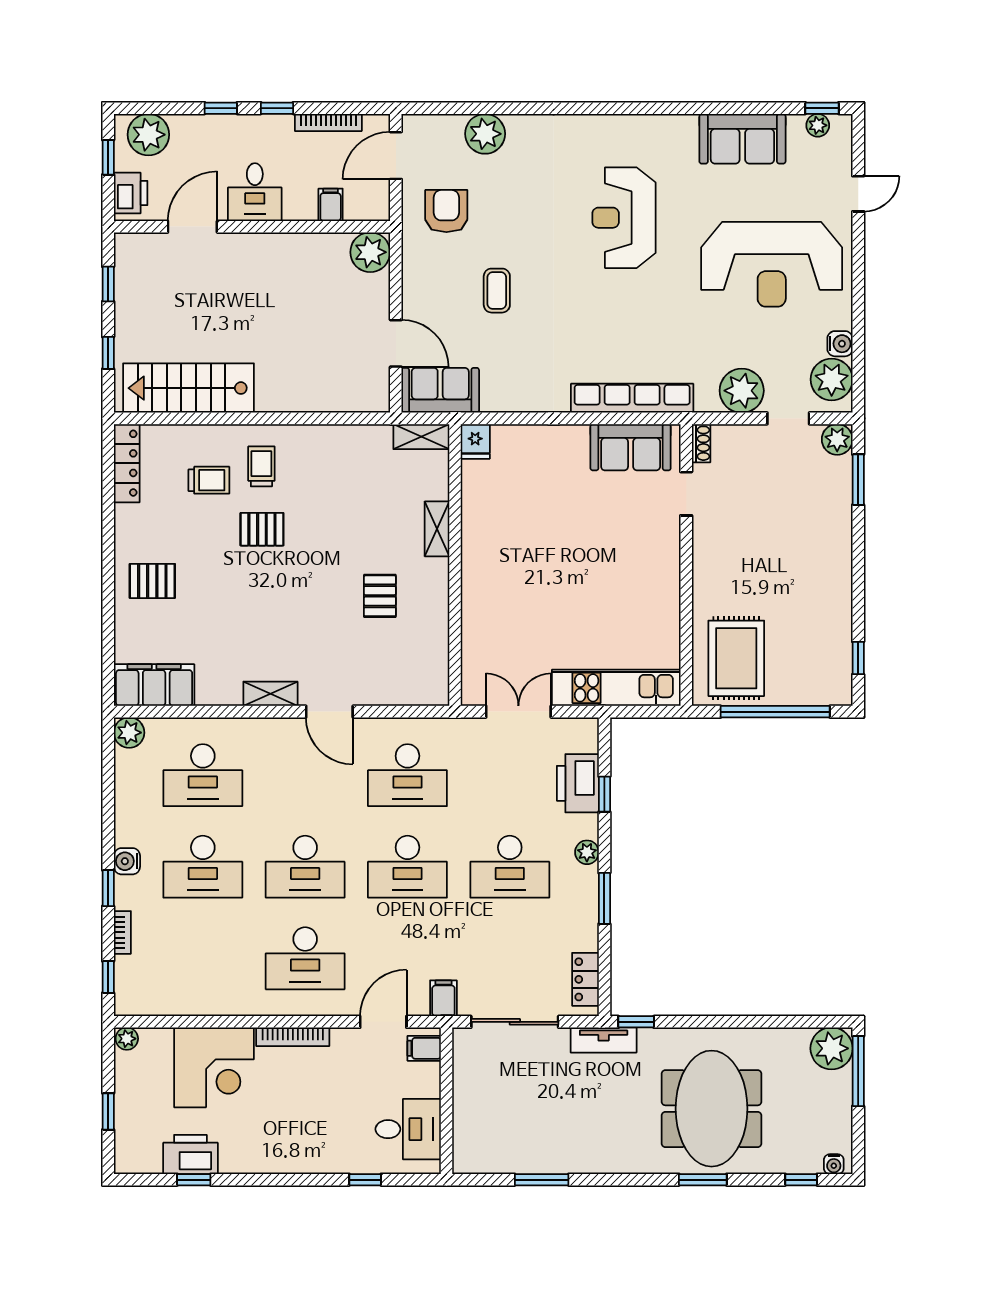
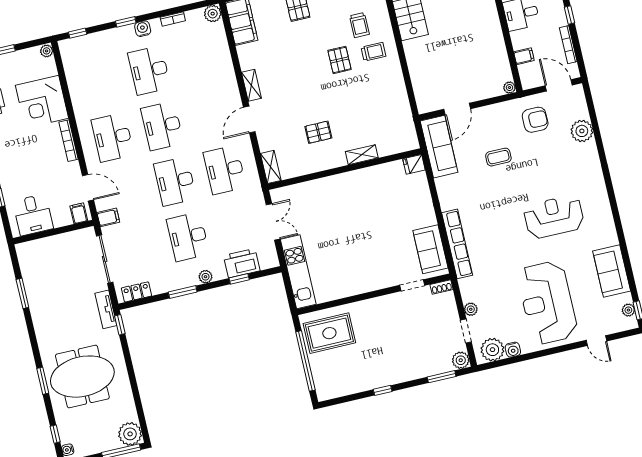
plant: (370, 252) -> (509, 88), width x0.53, depth x0.53
sofa: (440, 390) -> (439, 147), width x1.36
plant: (742, 391) -> (471, 309), width x0.53, depth x0.53
shelving: (421, 437) -> (271, 167), moved
window: (858, 658) -> (383, 390), moved
desk: (203, 775) -> (199, 59), removed
bookcase: (122, 932) -> (173, 19), moved

